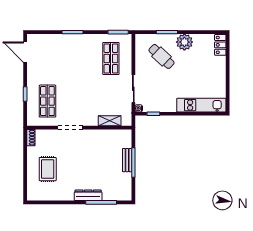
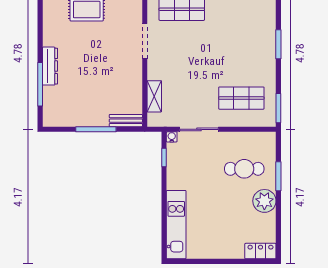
cafe table: (161, 56) -> (244, 169), turned 47
bench: (127, 160) -> (126, 121), moved

